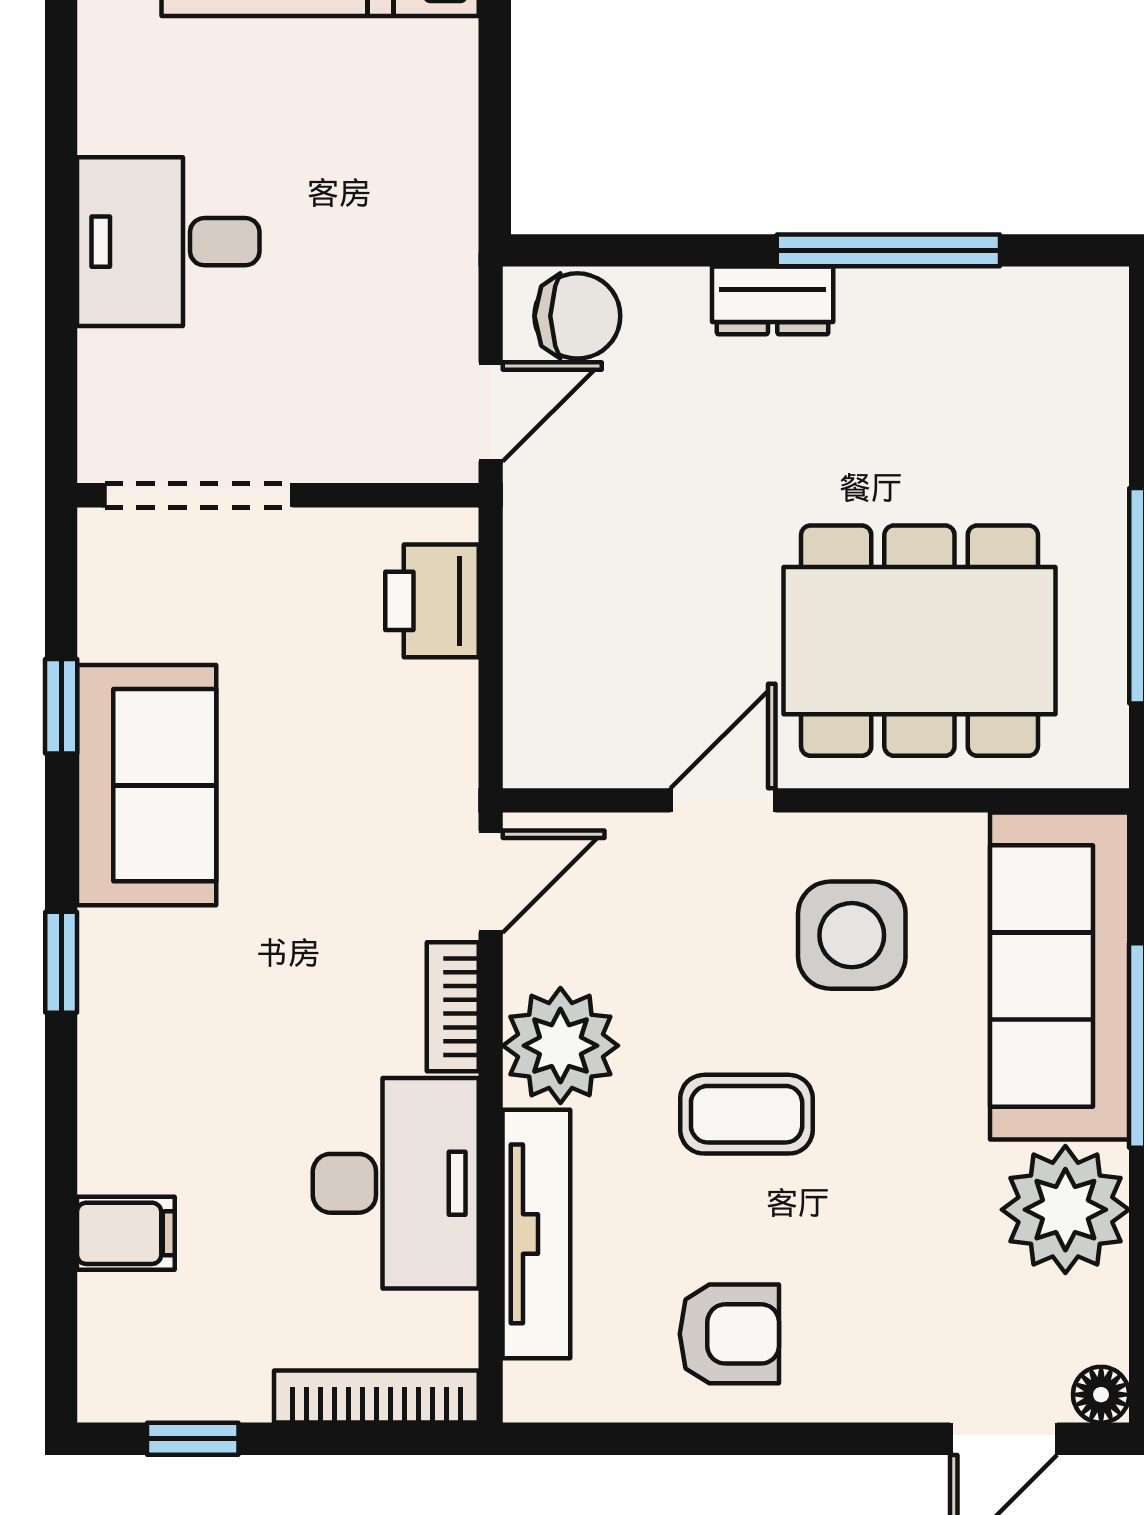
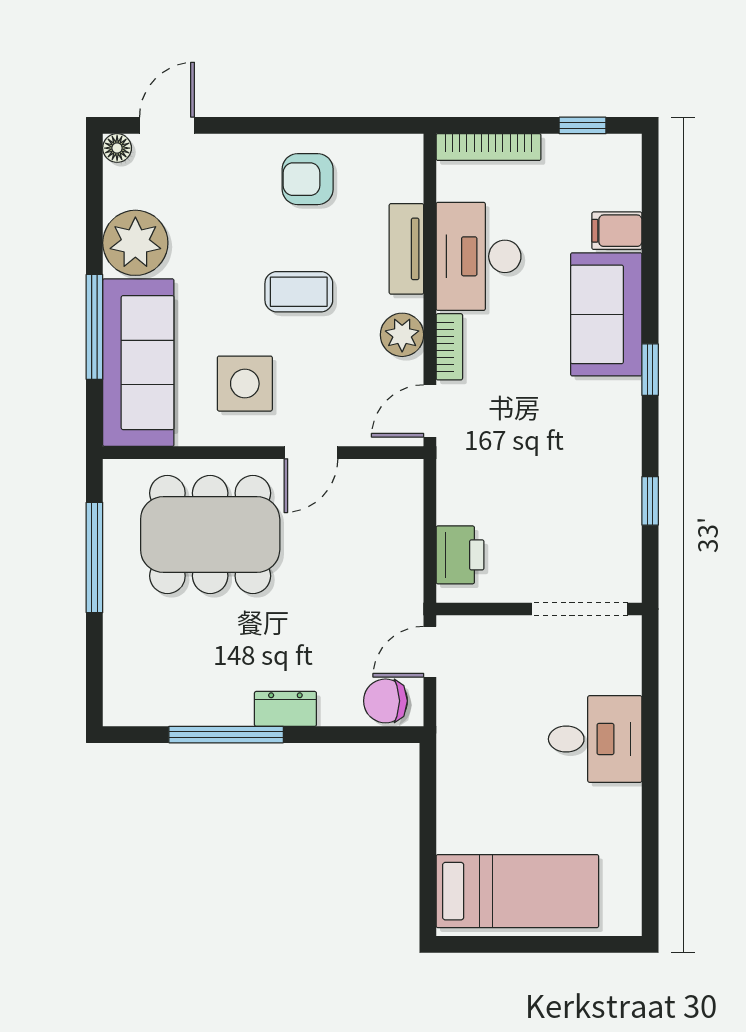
sofa: (147, 785) -> (606, 314), moved
plant: (560, 1046) -> (402, 335), width x0.73, depth x0.73
tv unit: (536, 1234) -> (406, 249), width x0.71

